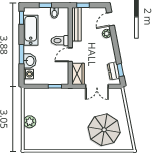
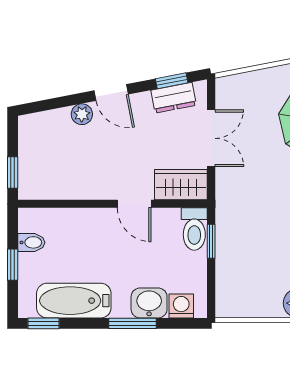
door: (110, 19) -> (111, 92), moved
bench: (76, 24) -> (59, 188), removed
toilet: (60, 41) -> (194, 229), moved

